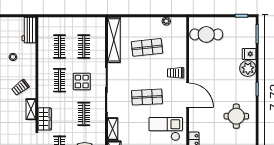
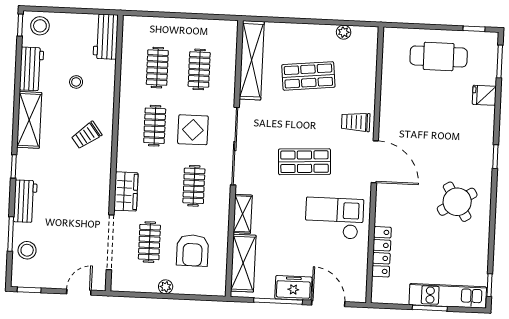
cafe table: (206, 34) -> (439, 56), moved
plant: (248, 68) -> (481, 120), removed
shelving: (31, 109) -> (103, 174), removed
round table: (236, 116) -> (457, 202), turned -32

